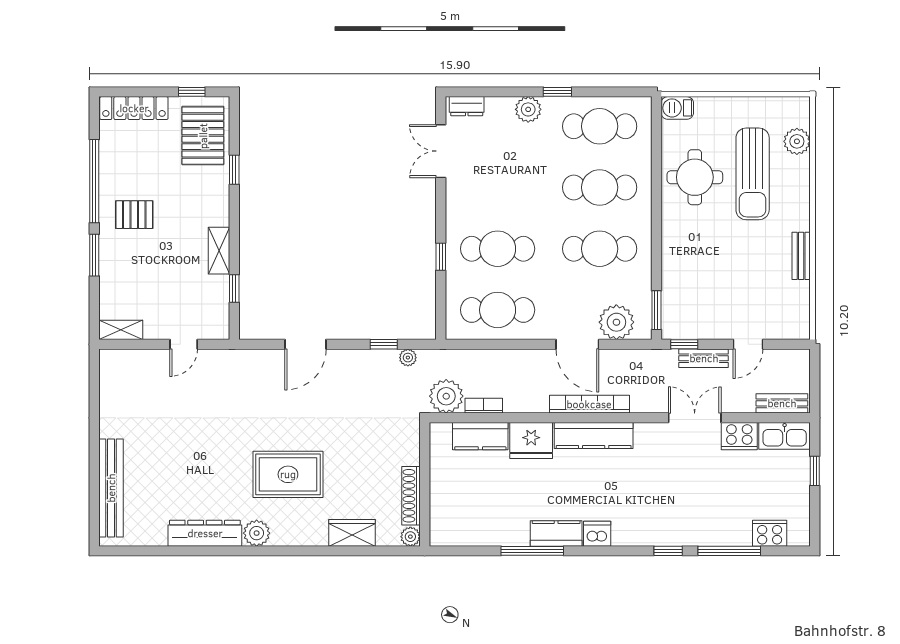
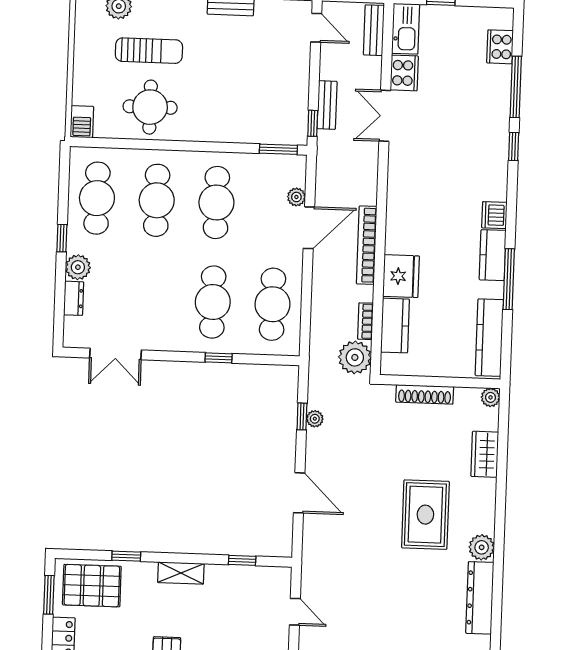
window: (192, 92) -> (49, 595), width x1.50
dresser: (467, 106) -> (74, 298), moved
sun lounger: (753, 174) -> (149, 51), width x0.73, depth x0.75
shelving: (219, 251) -> (181, 573), moved
plant: (616, 322) -> (296, 197), width x0.53, depth x0.53
door: (748, 344) -> (316, 28), moved
plant: (408, 358) -> (315, 419), moved
bookcase: (589, 404) -> (367, 245), moved
kitchen counter: (594, 435) -> (489, 338), moved, turned 180
shoe rack: (411, 496) -> (425, 394), moved

